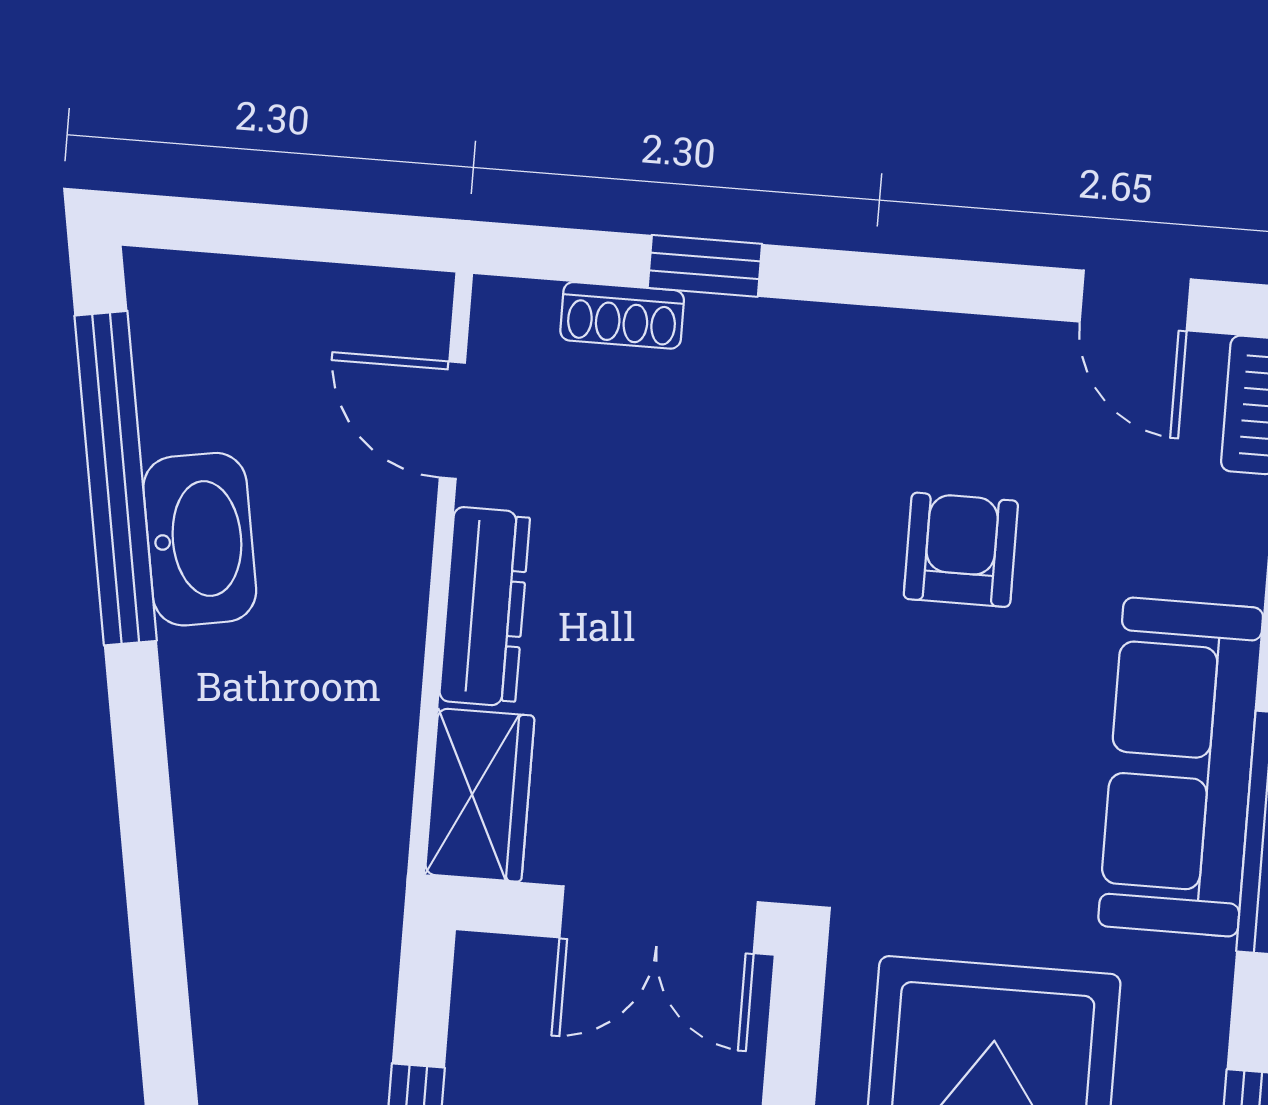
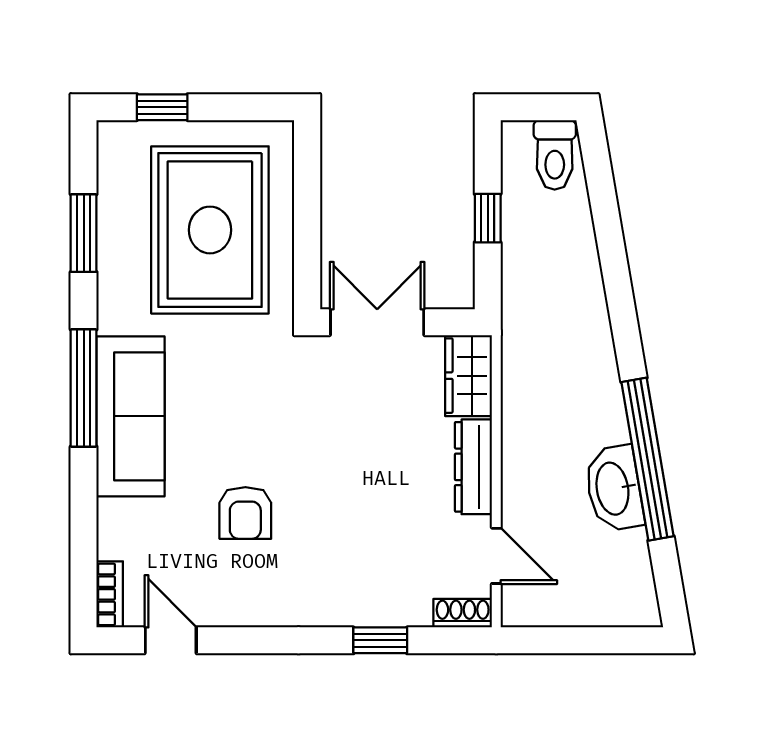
shoe rack: (622, 315) -> (463, 613), moved
window: (116, 478) -> (648, 459), moved

